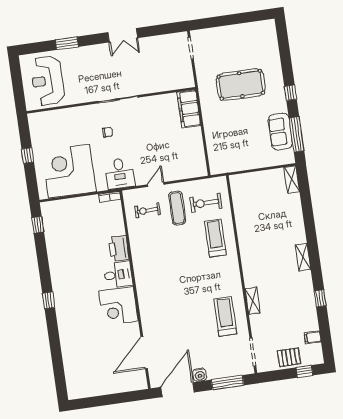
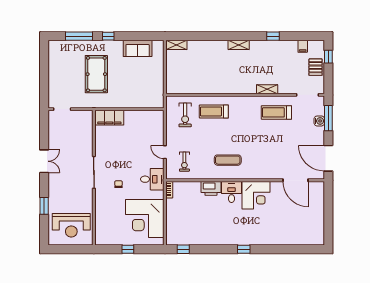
window: (296, 134) -> (79, 36), moved
exercise mat: (177, 208) -> (228, 160), moved
water cooler: (200, 375) -> (319, 121), moved

